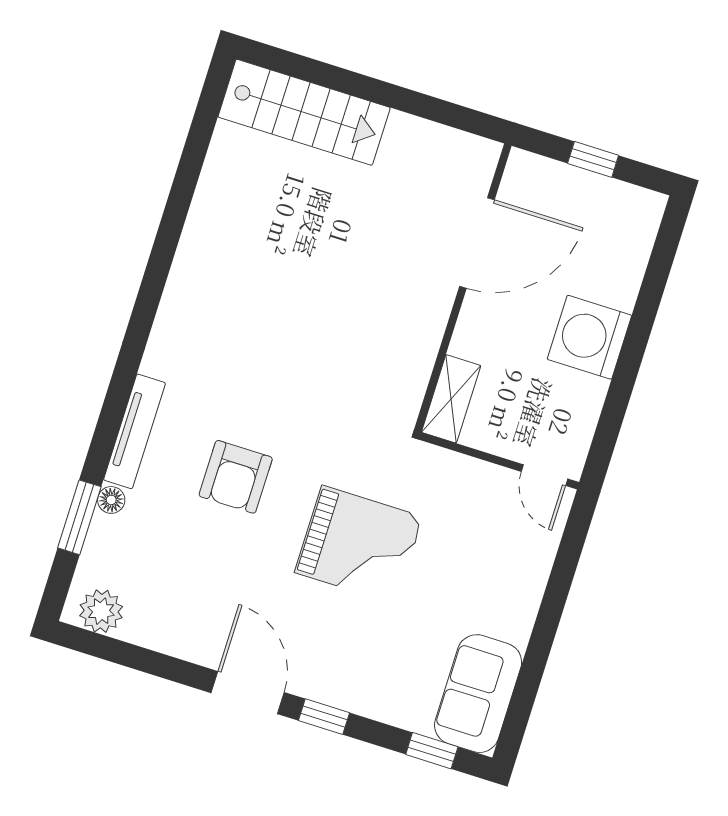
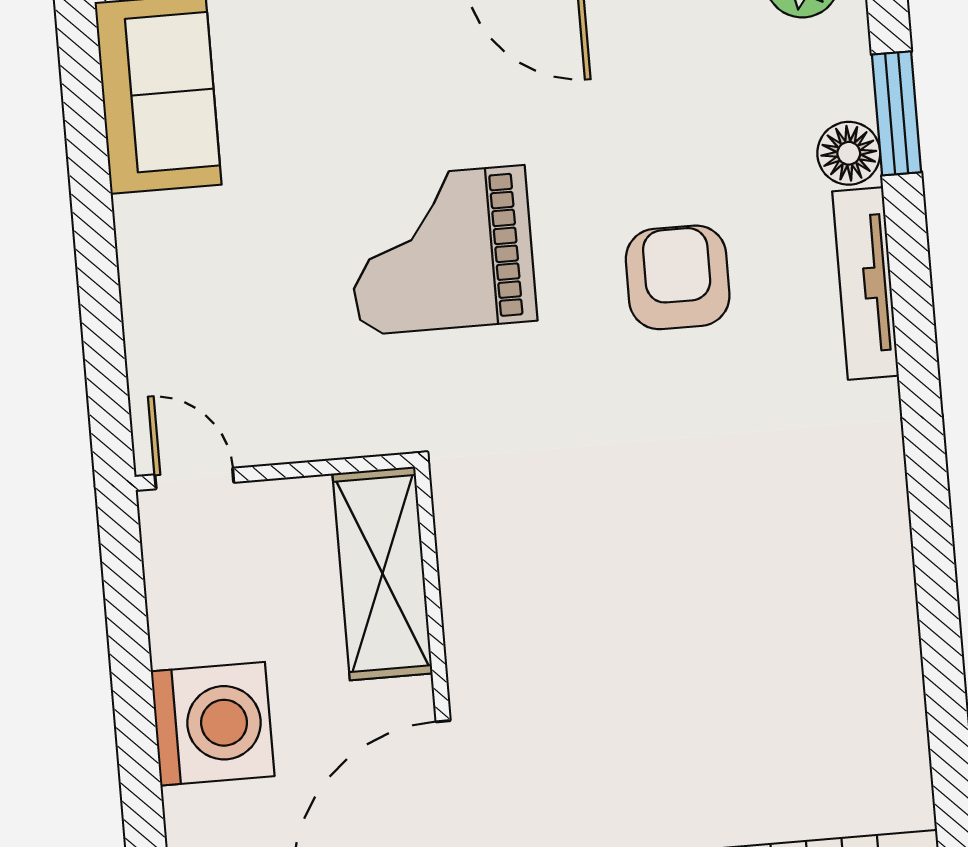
shelving: (451, 399) -> (383, 573), width x1.50, depth x1.33
floor lamp: (111, 500) -> (849, 153), width x1.37, depth x1.37

